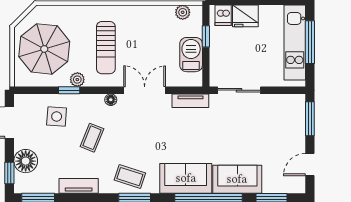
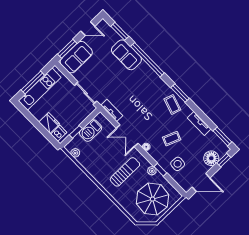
sofa: (186, 178) -> (76, 57), moved, turned -90

